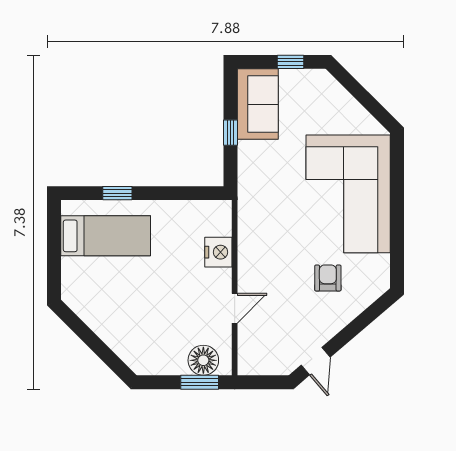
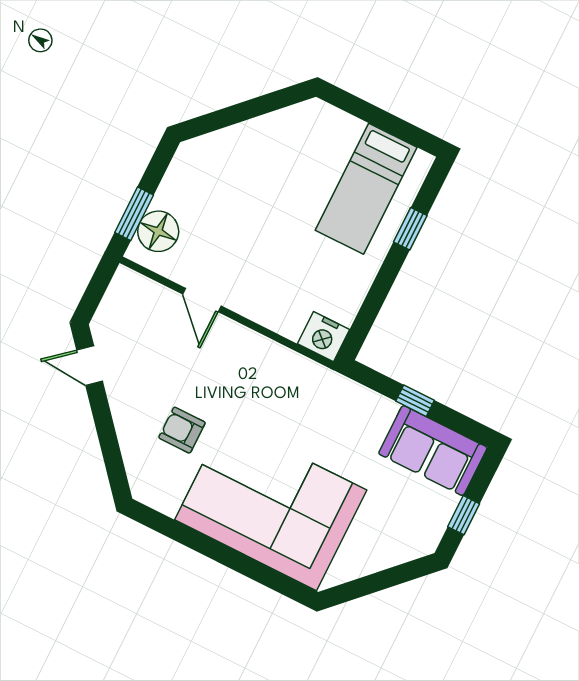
nightstand: (218, 252) -> (323, 337), moved
armchair: (328, 278) -> (182, 430), turned 180

